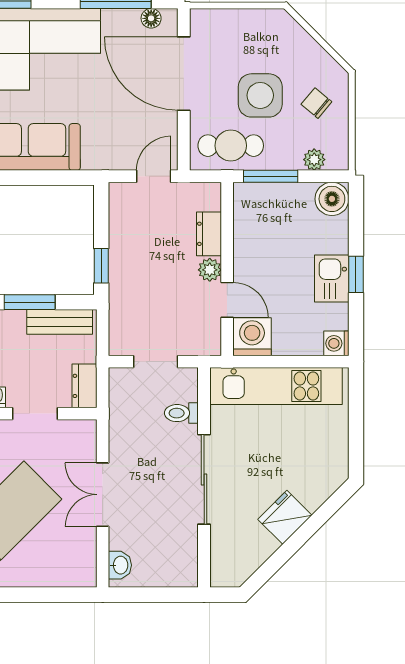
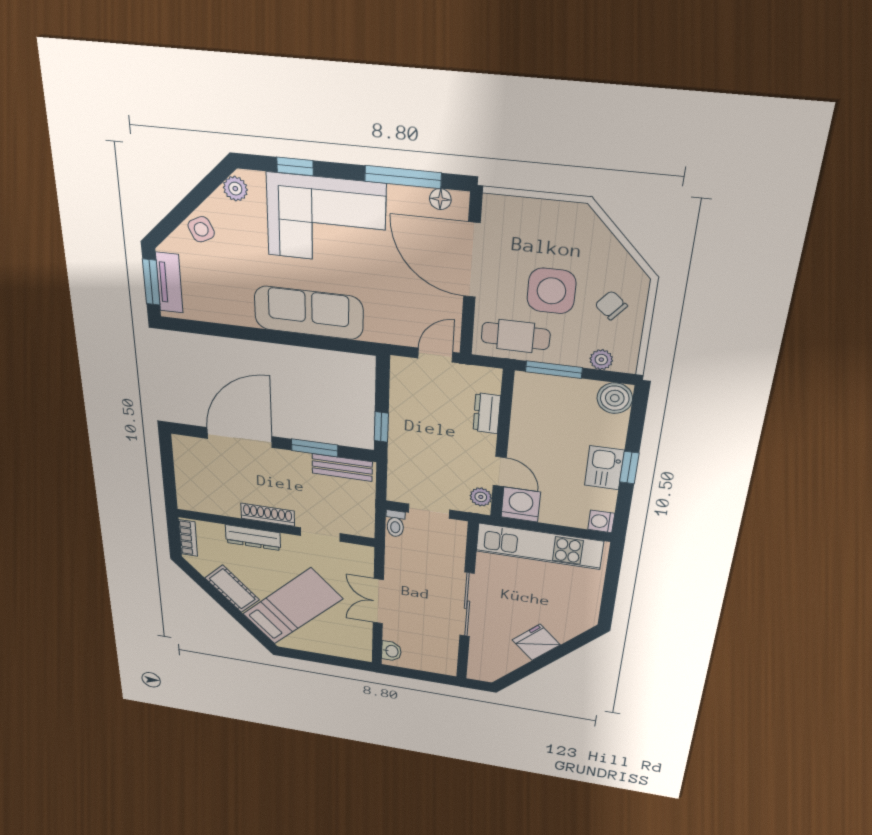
plant: (210, 270) -> (481, 497), moved
dresser: (85, 386) -> (364, 520), removed
toilet: (181, 413) -> (395, 524), moved, turned -90

